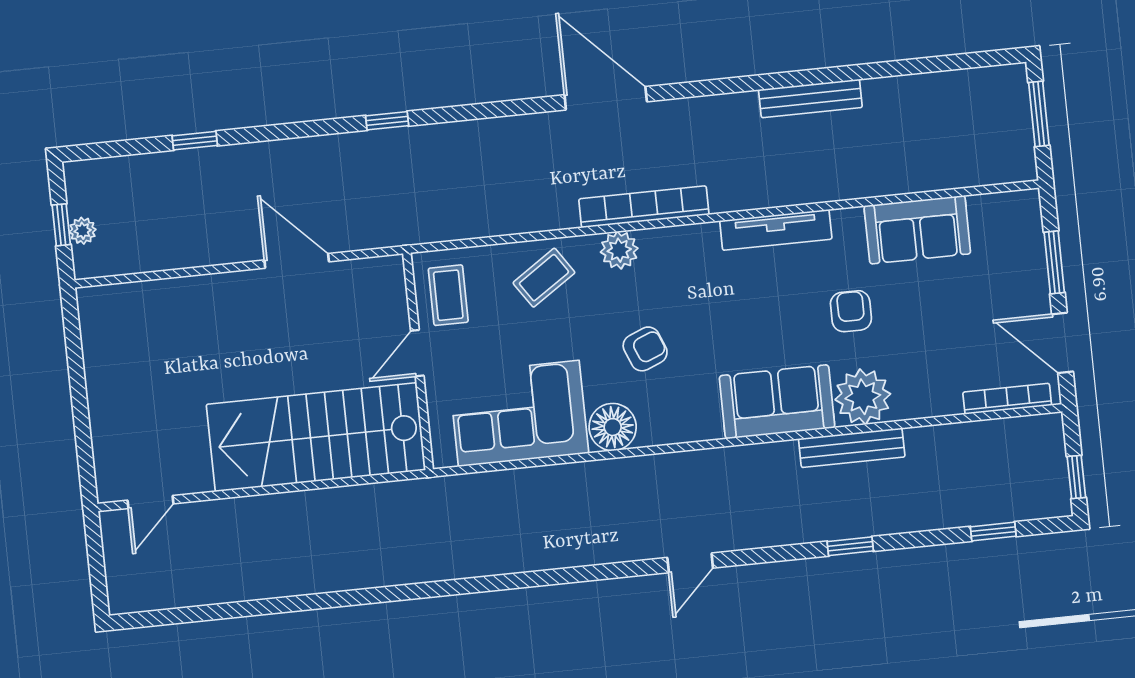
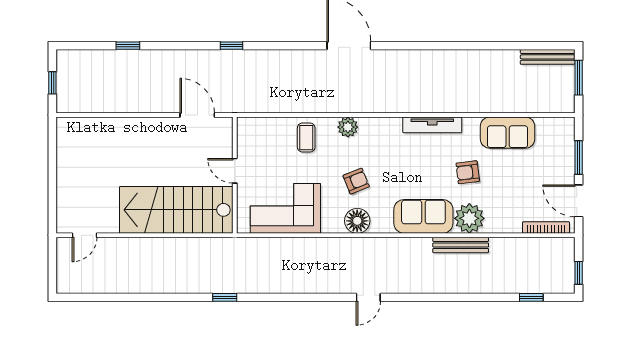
bench: (810, 98) -> (548, 57), moved
bookcase: (644, 207) -> (363, 105), removed
plant: (83, 231) -> (63, 87), removed
door: (297, 261) -> (197, 115), moved
coffee table: (544, 278) -> (306, 138), turned -56
coffee table: (448, 295) -> (254, 142), removed
armchair: (851, 311) -> (468, 172), turned -97
door: (417, 353) -> (235, 171), hinge flipped
floor lamp: (613, 427) -> (357, 221), moved
window: (850, 546) -> (225, 297), moved

